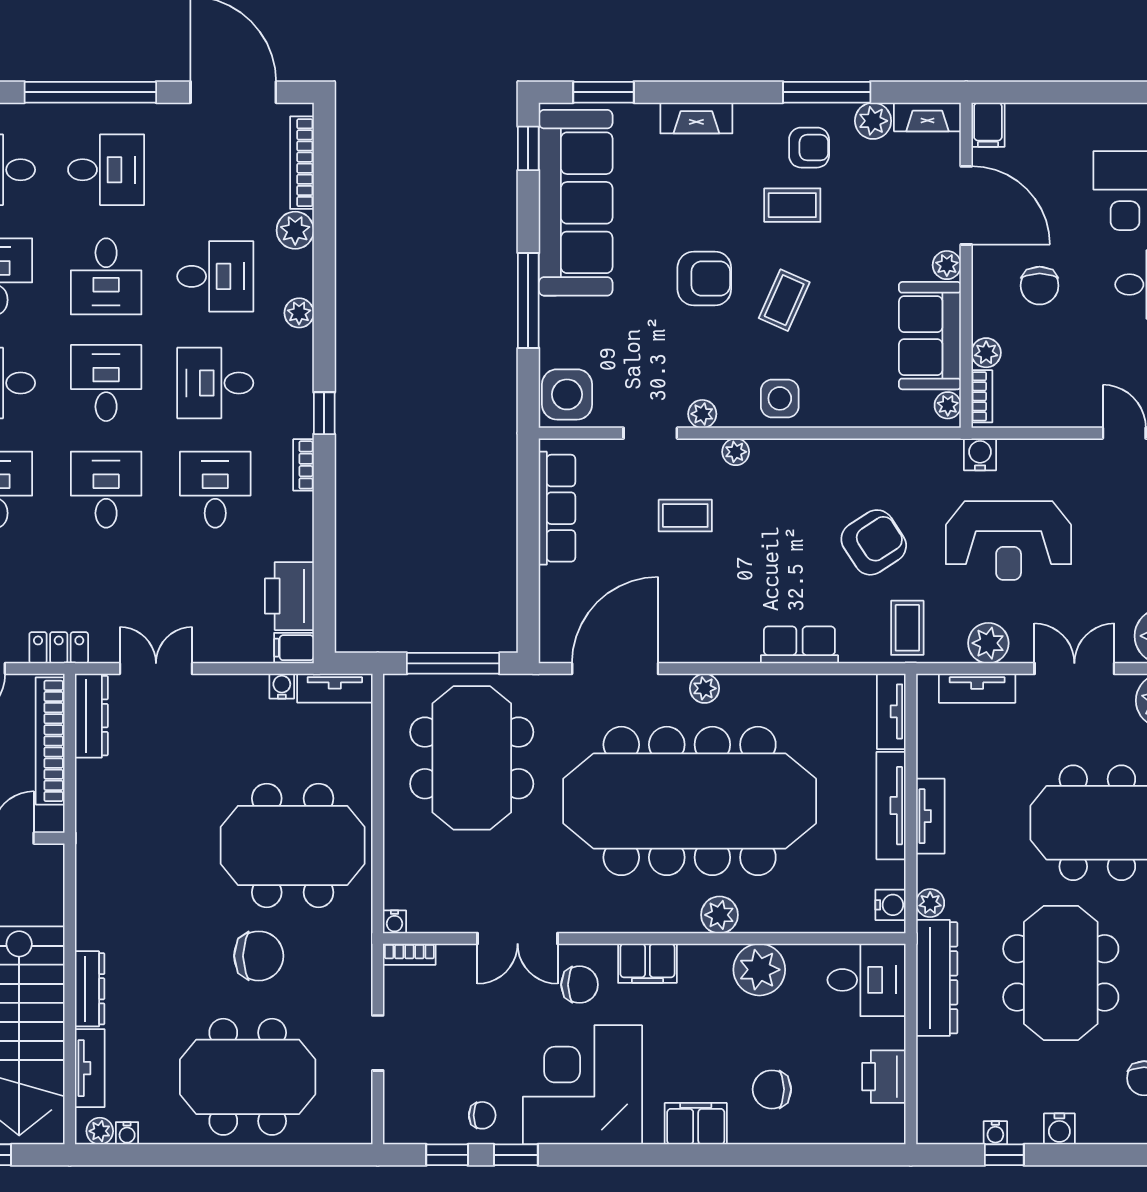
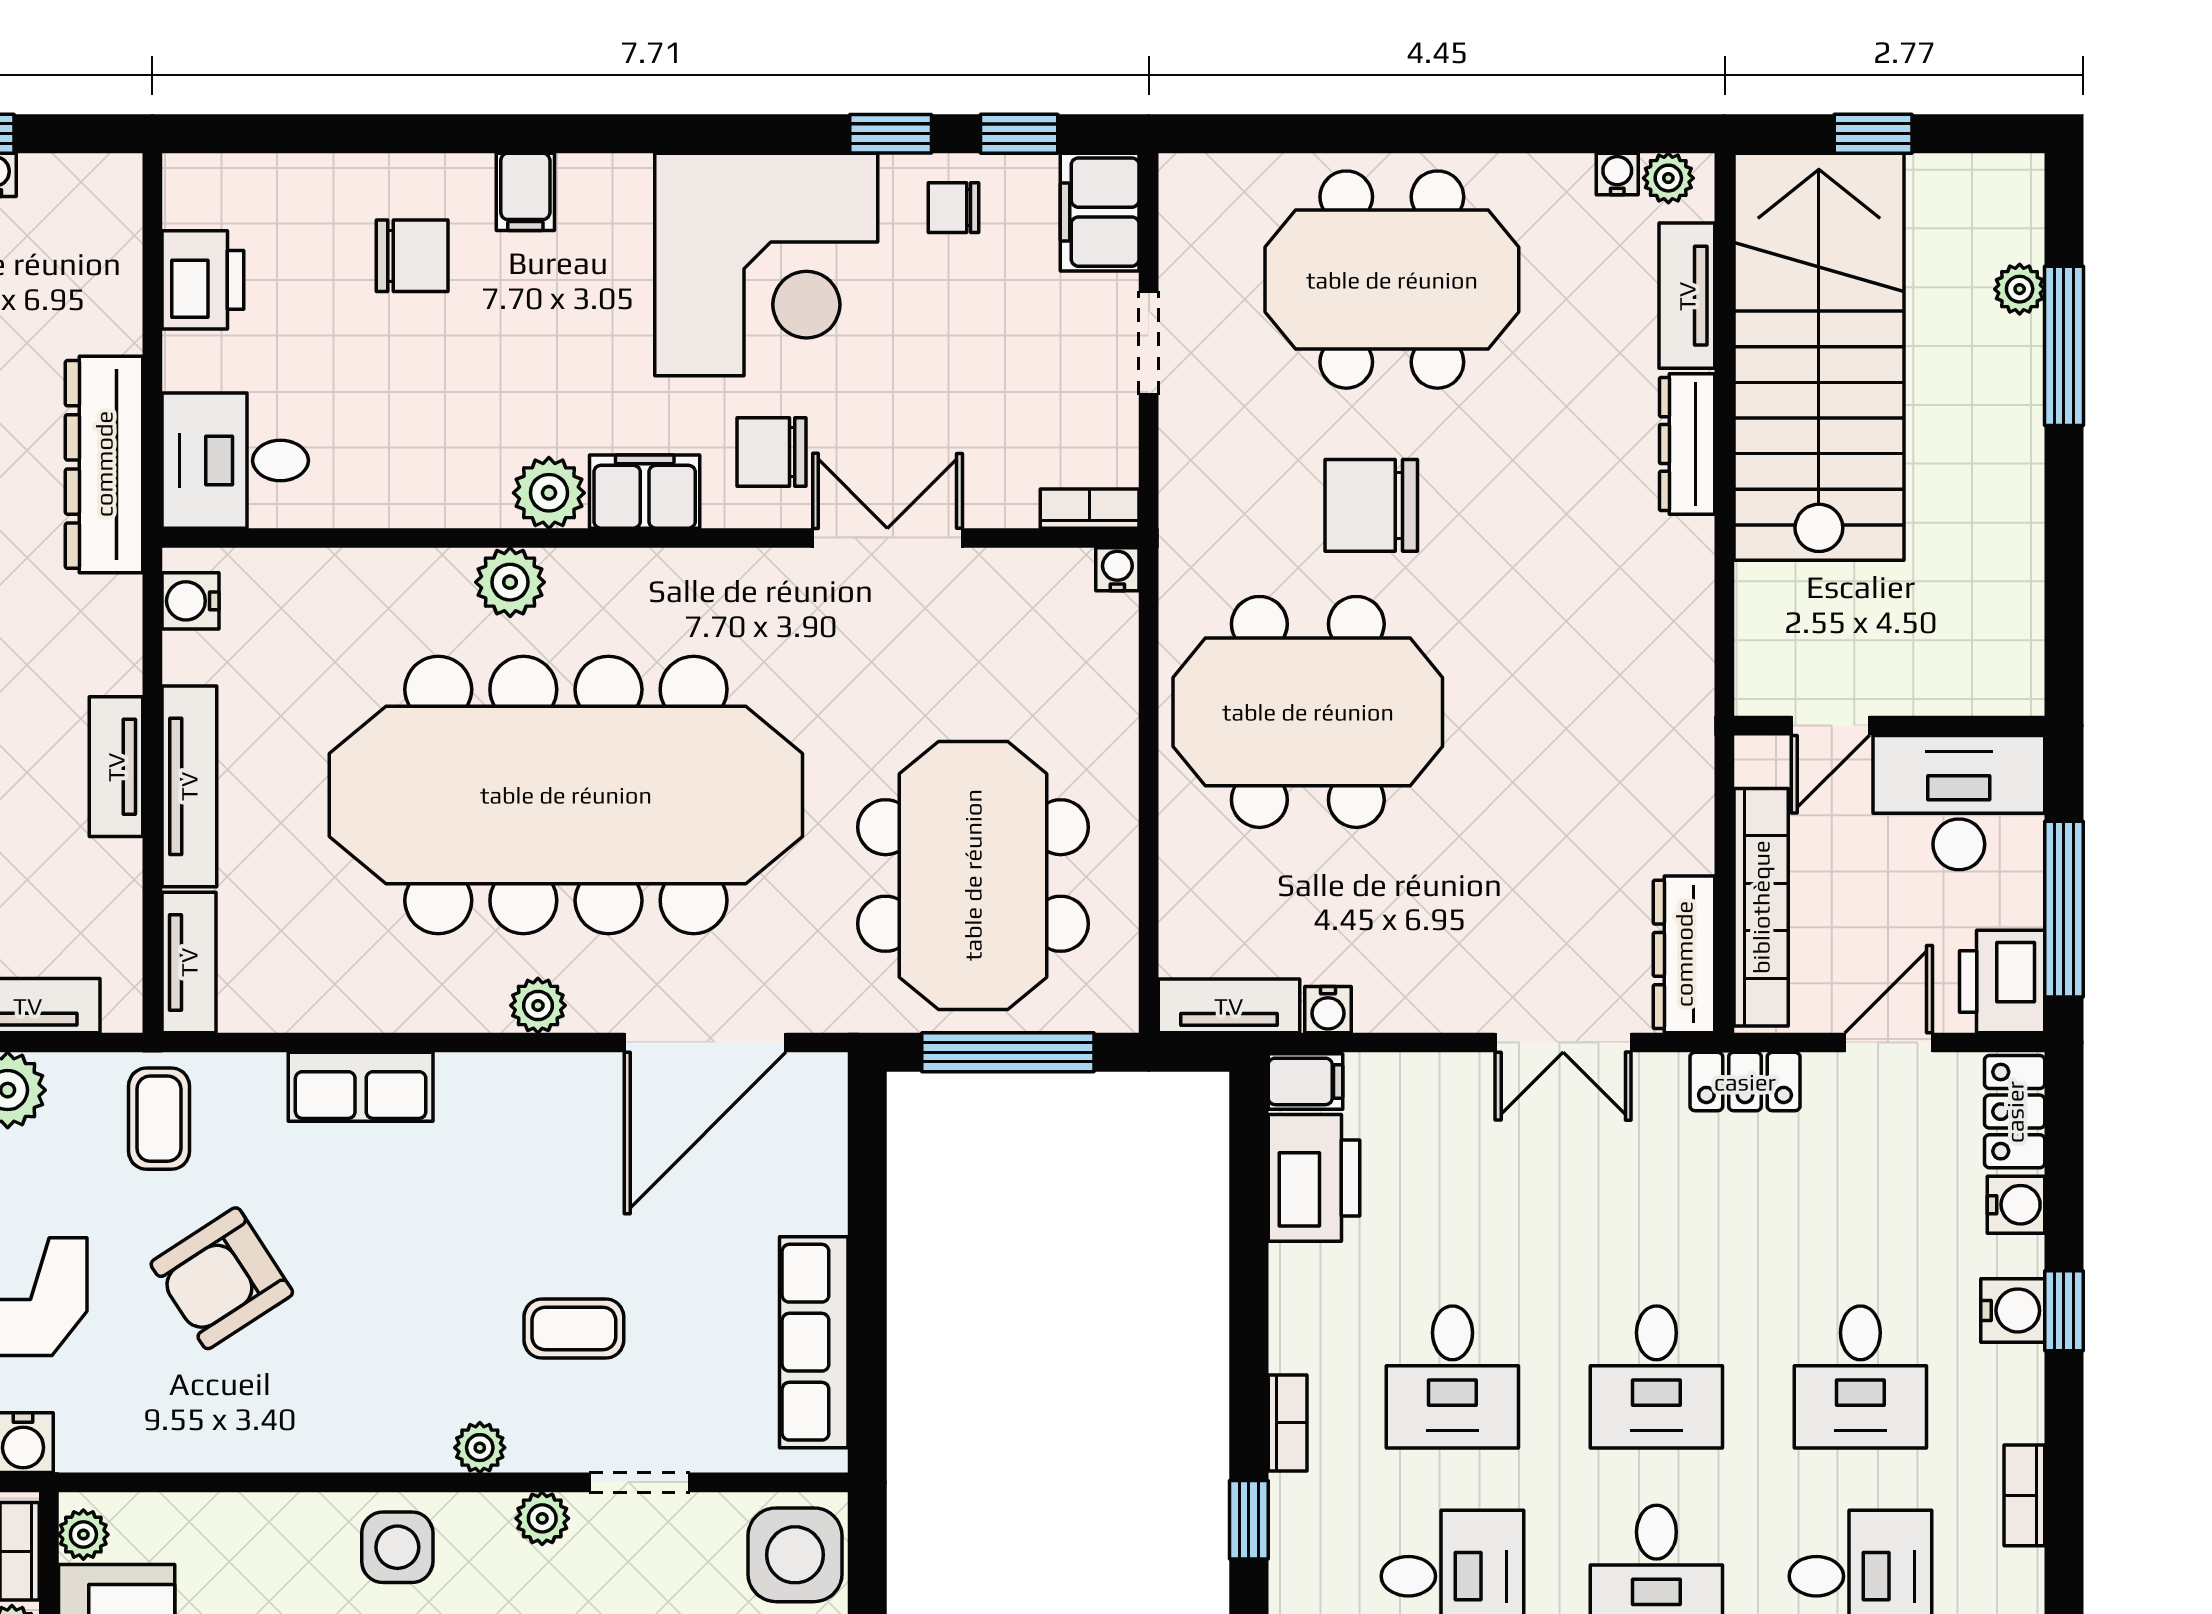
plant: (930, 903) -> (116, 604), removed
plant: (759, 970) -> (549, 493), moved, width x0.73, depth x0.73
filing cabinet: (404, 1113) -> (1100, 212), added
filing cabinet: (696, 1124) -> (525, 192), width x0.50

